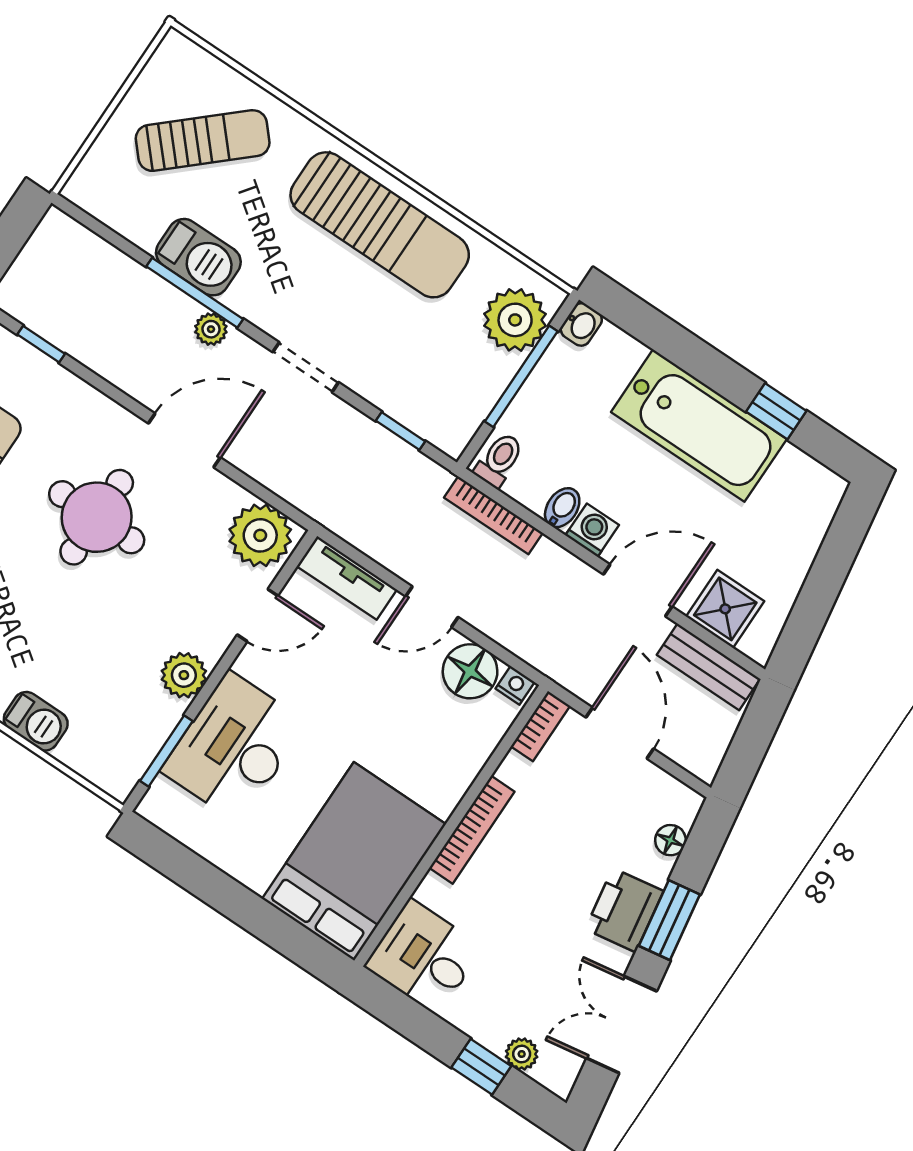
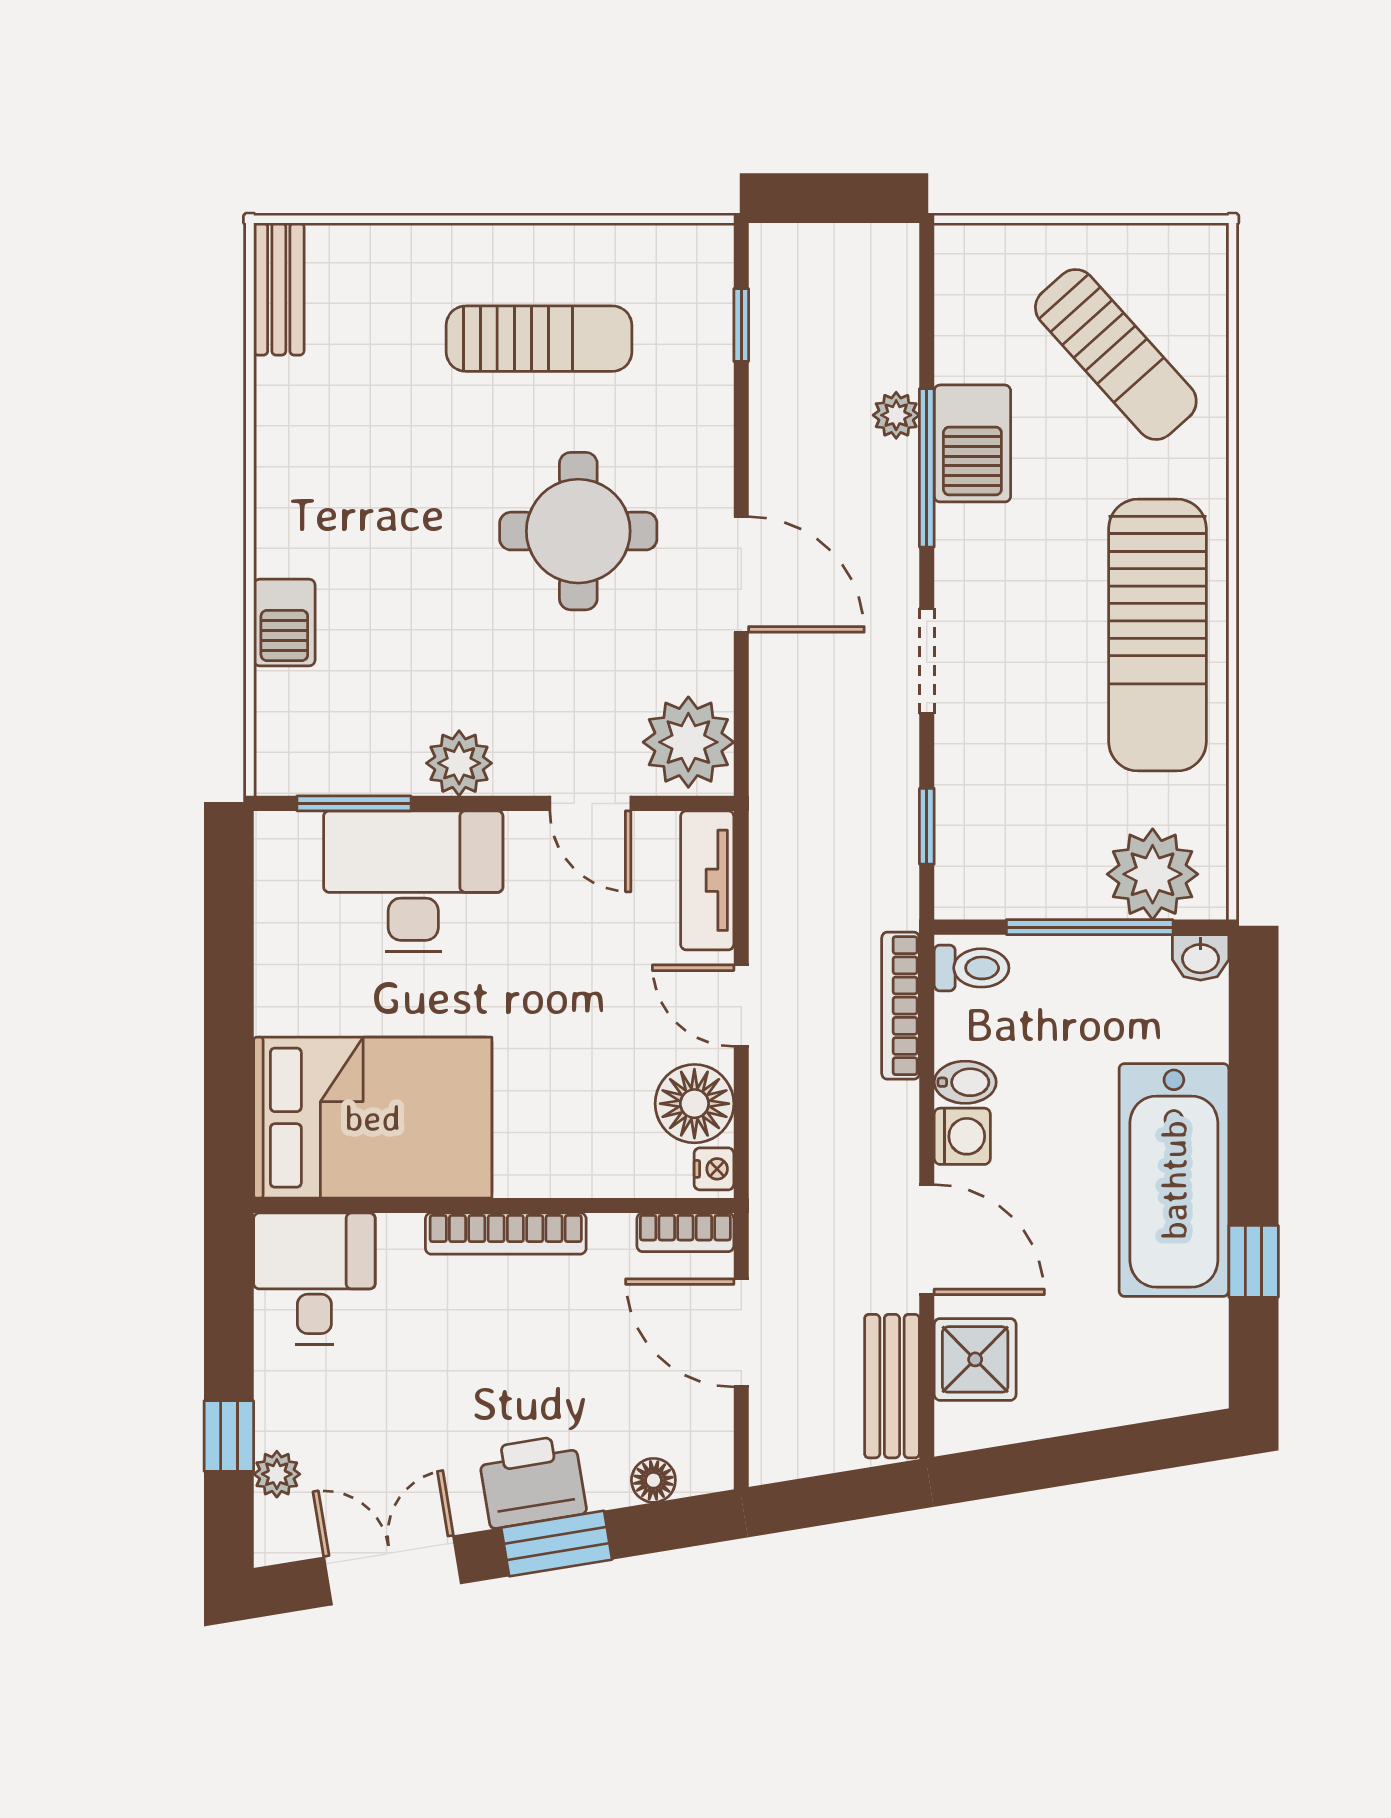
plant: (211, 329) -> (896, 415), moved
door: (620, 733) -> (741, 1333), swing flipped

